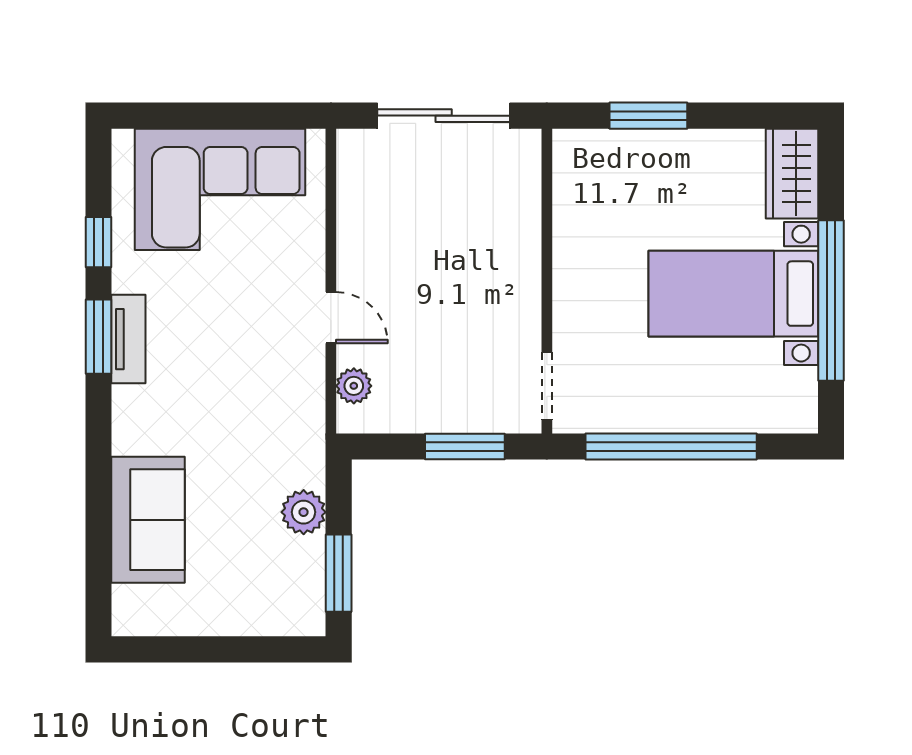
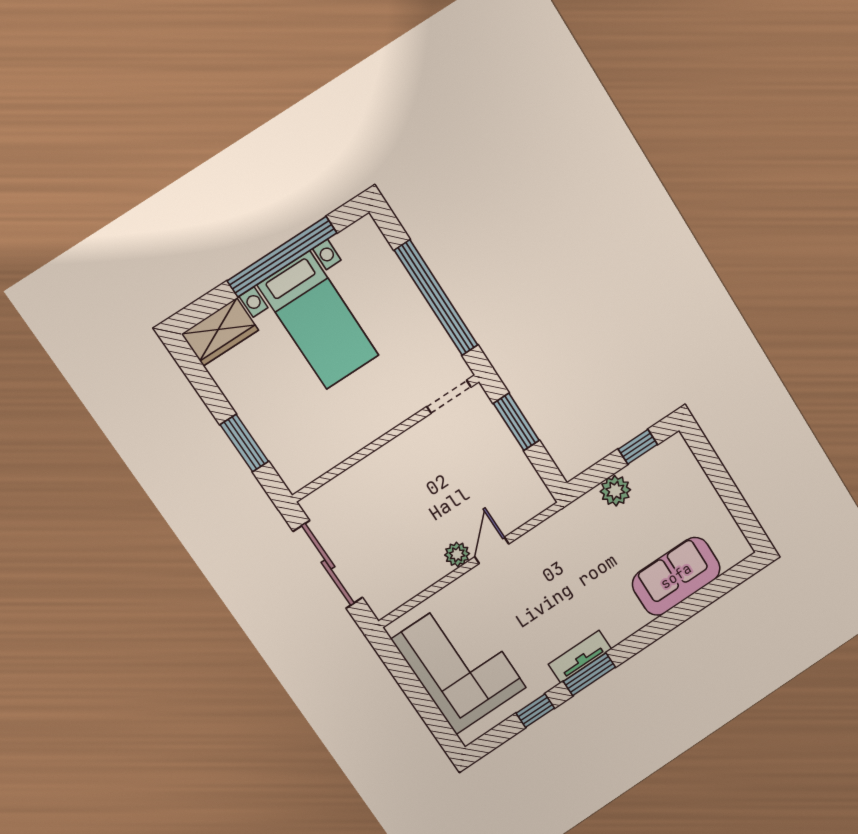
plant: (354, 386) -> (457, 554), moved
window: (339, 573) -> (638, 447), width x0.67

